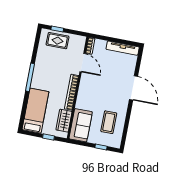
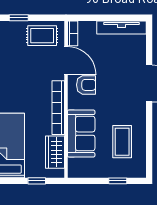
rug: (57, 41) -> (42, 36), moved
armchair: (93, 81) -> (86, 85), added
sofa: (81, 125) -> (81, 134), moved

